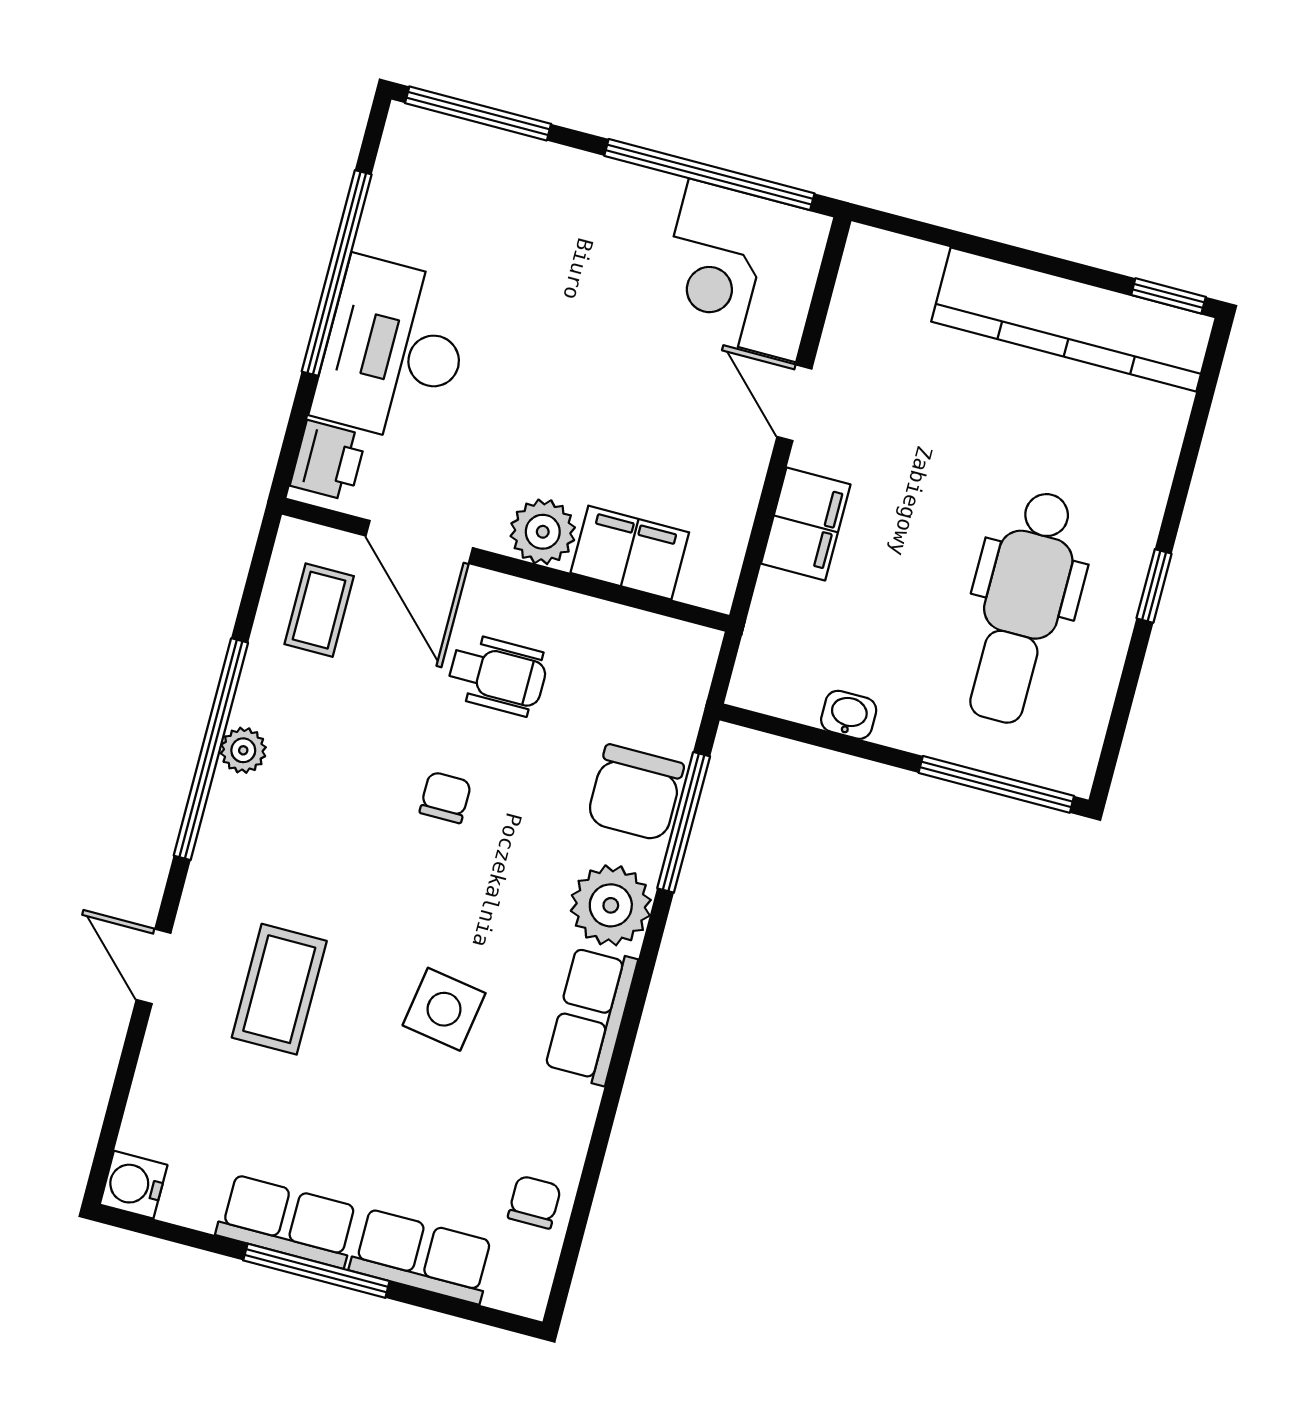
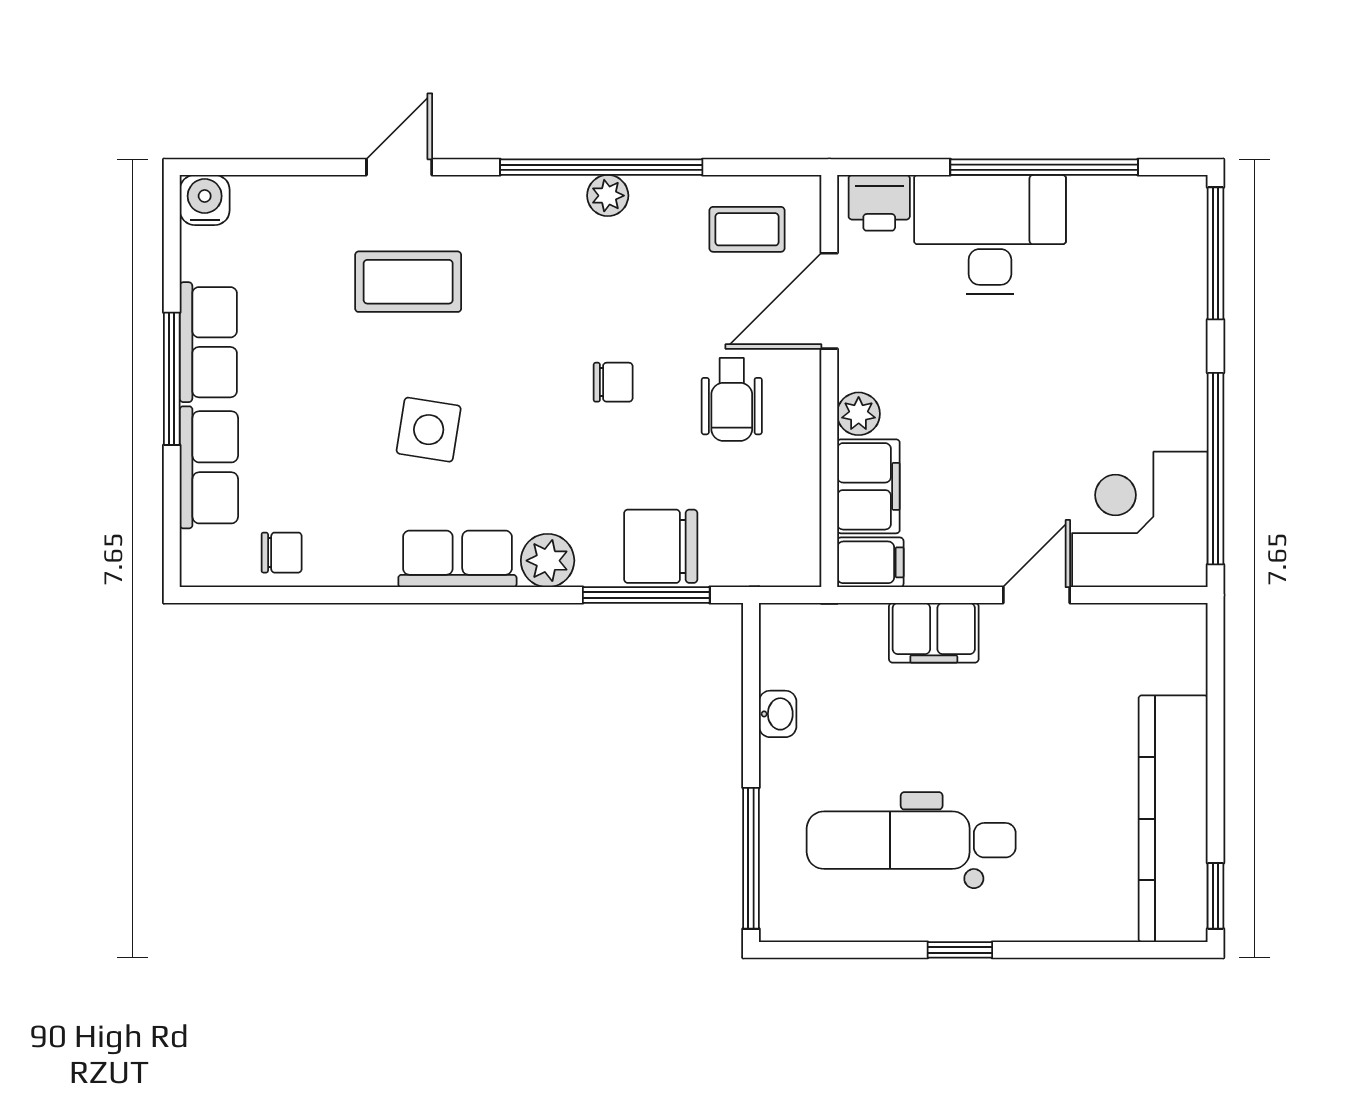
plant: (543, 532) -> (859, 414), width x0.73, depth x0.73
filing cabinet: (712, 572) -> (870, 562), added
plant: (611, 905) -> (548, 561), width x0.73, depth x0.73

